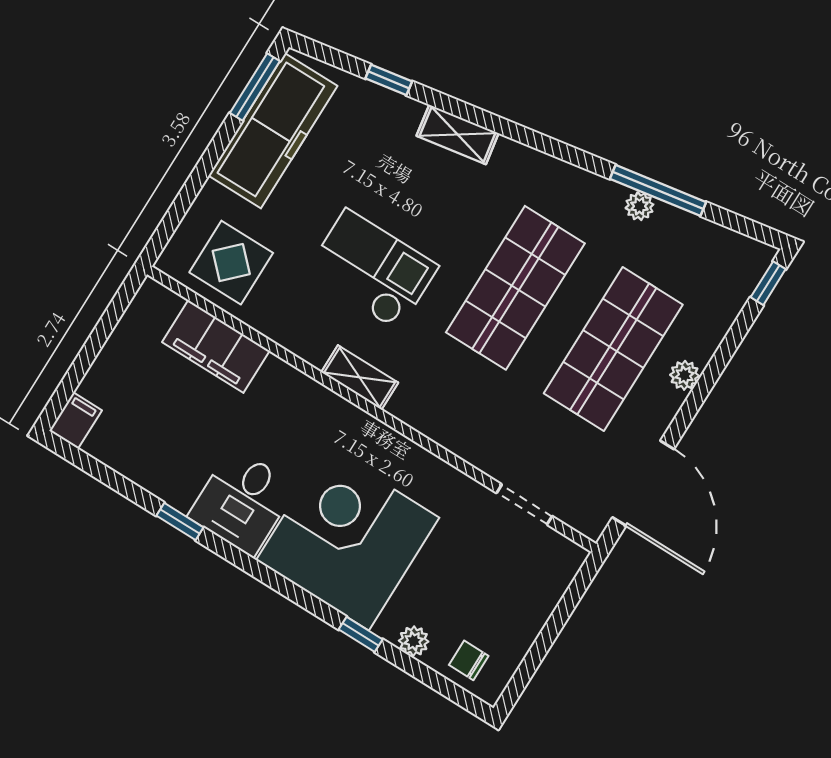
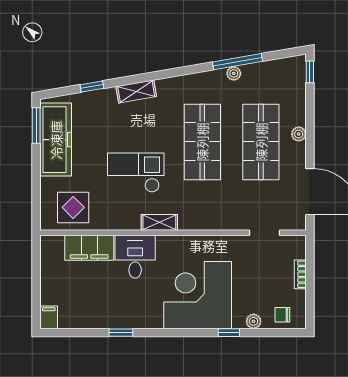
desk: (242, 502) -> (135, 257), moved, turned 180
bookcase: (541, 611) -> (300, 274), added

